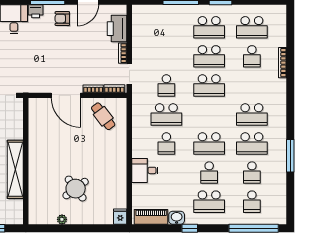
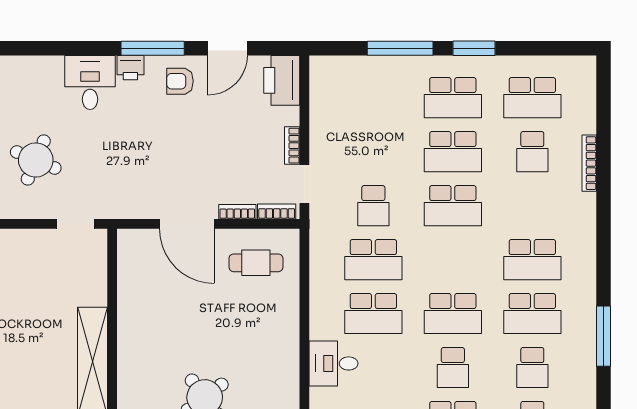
printer: (117, 29) -> (282, 80), moved
cafe table: (103, 116) -> (256, 263), turned -53
school desk: (166, 144) -> (373, 314), width x1.85

